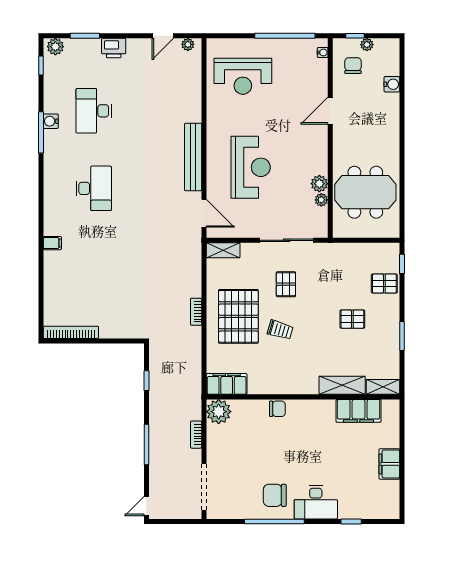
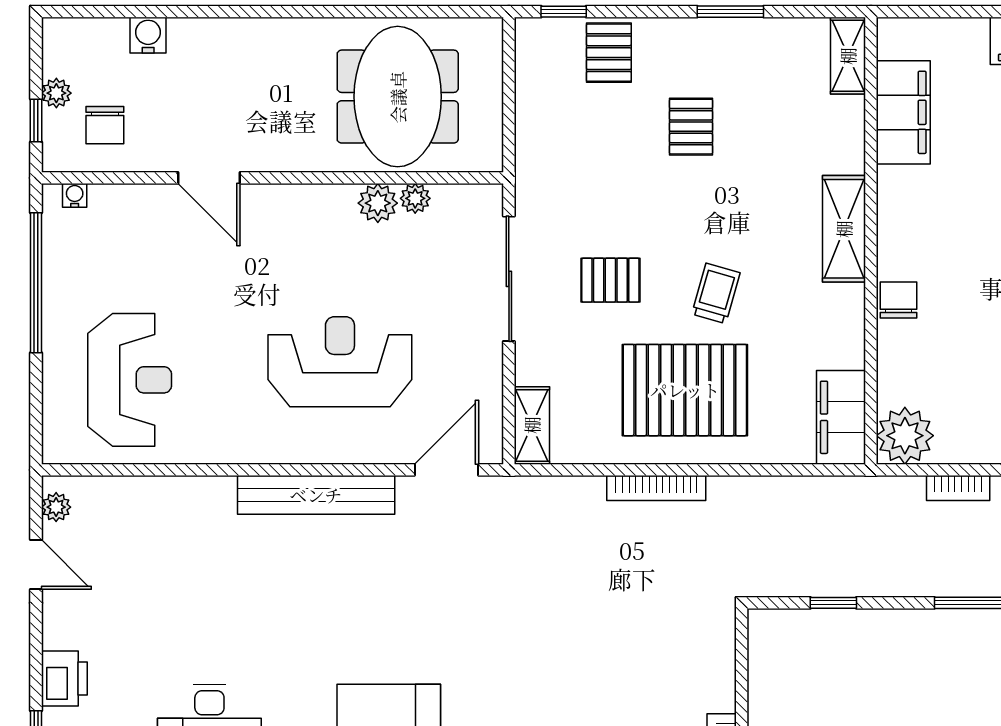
chair: (353, 66) -> (105, 125), turned -90
bookcase: (196, 312) -> (656, 488), width x1.56
shelving: (342, 385) -> (844, 229), moved

